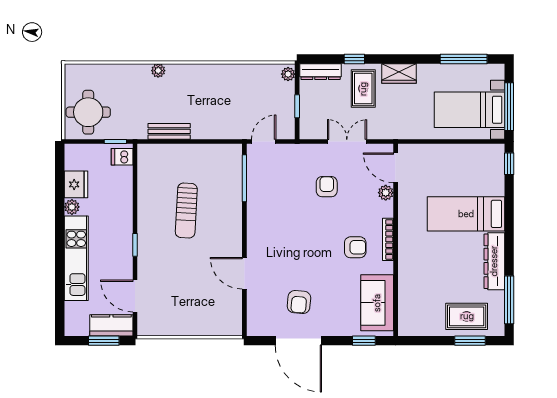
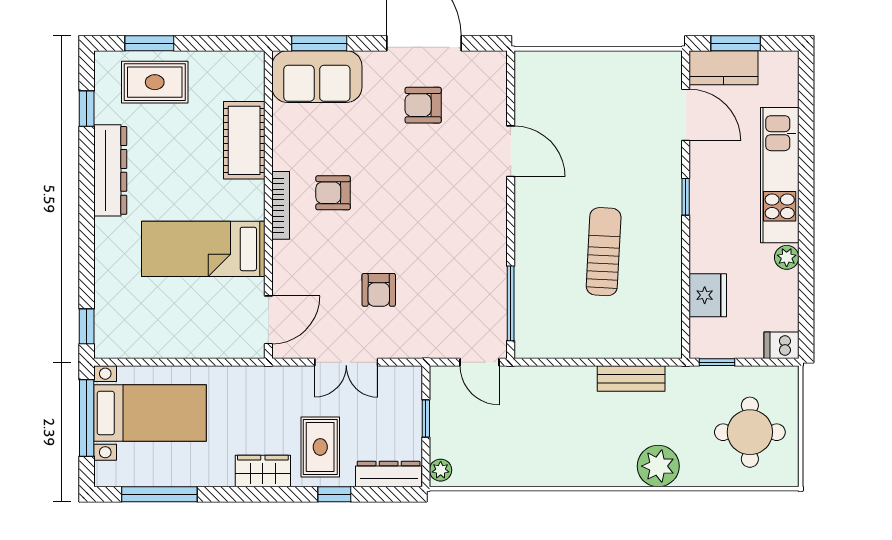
plant: (158, 71) -> (658, 466), width x1.88, depth x1.88
round table: (88, 112) -> (750, 432), moved
door: (264, 142) -> (479, 362), hinge flipped
dishwasher: (122, 157) -> (782, 345), moved, turned 180
door: (396, 168) -> (268, 320), hinge flipped
fridge: (76, 184) -> (708, 295), moved, turned 180
plant: (386, 193) -> (284, 280), removed
bed: (466, 214) -> (203, 249), moved, turned 180
cot: (411, 280) -> (244, 140), added
window: (509, 300) -> (87, 109), width x0.46
armchair: (299, 302) -> (423, 105), turned -95
sofa: (377, 303) -> (317, 77), moved, turned 90
window: (364, 341) -> (319, 43), width x1.50

